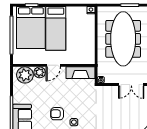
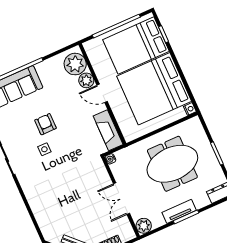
bed: (56, 28) -> (154, 89), width x2.04
meeting table: (123, 39) -> (172, 164), width x0.73

